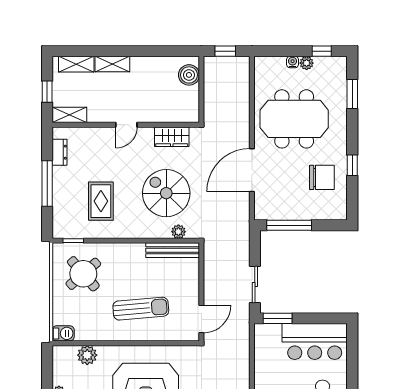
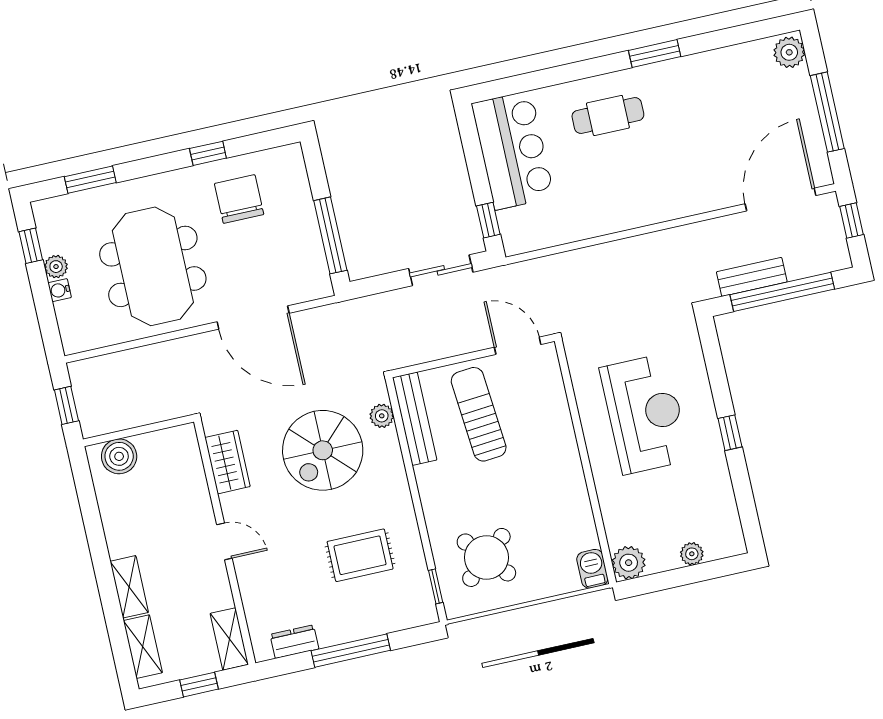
sun lounger: (141, 309) -> (479, 414), moved
window: (278, 318) -> (488, 220), width x0.67
plant: (87, 355) -> (629, 563), moved

